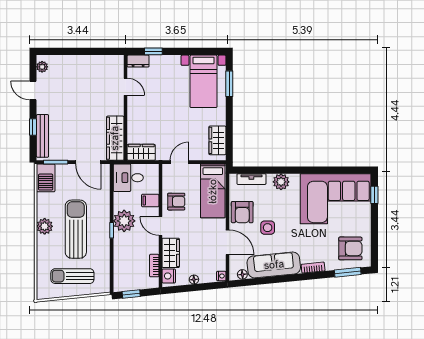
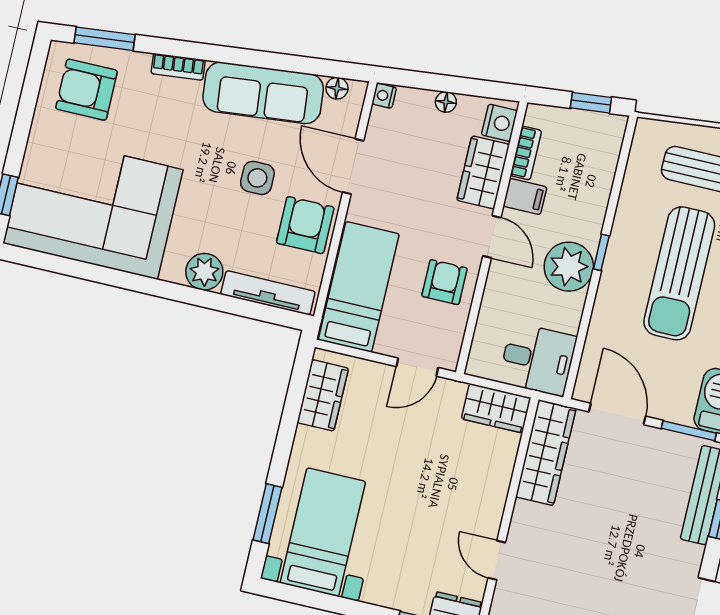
tv unit: (251, 179) -> (268, 293), width x1.41
filing cabinet: (150, 200) -> (525, 196), moved
armchair: (176, 202) -> (444, 282), turned 90

